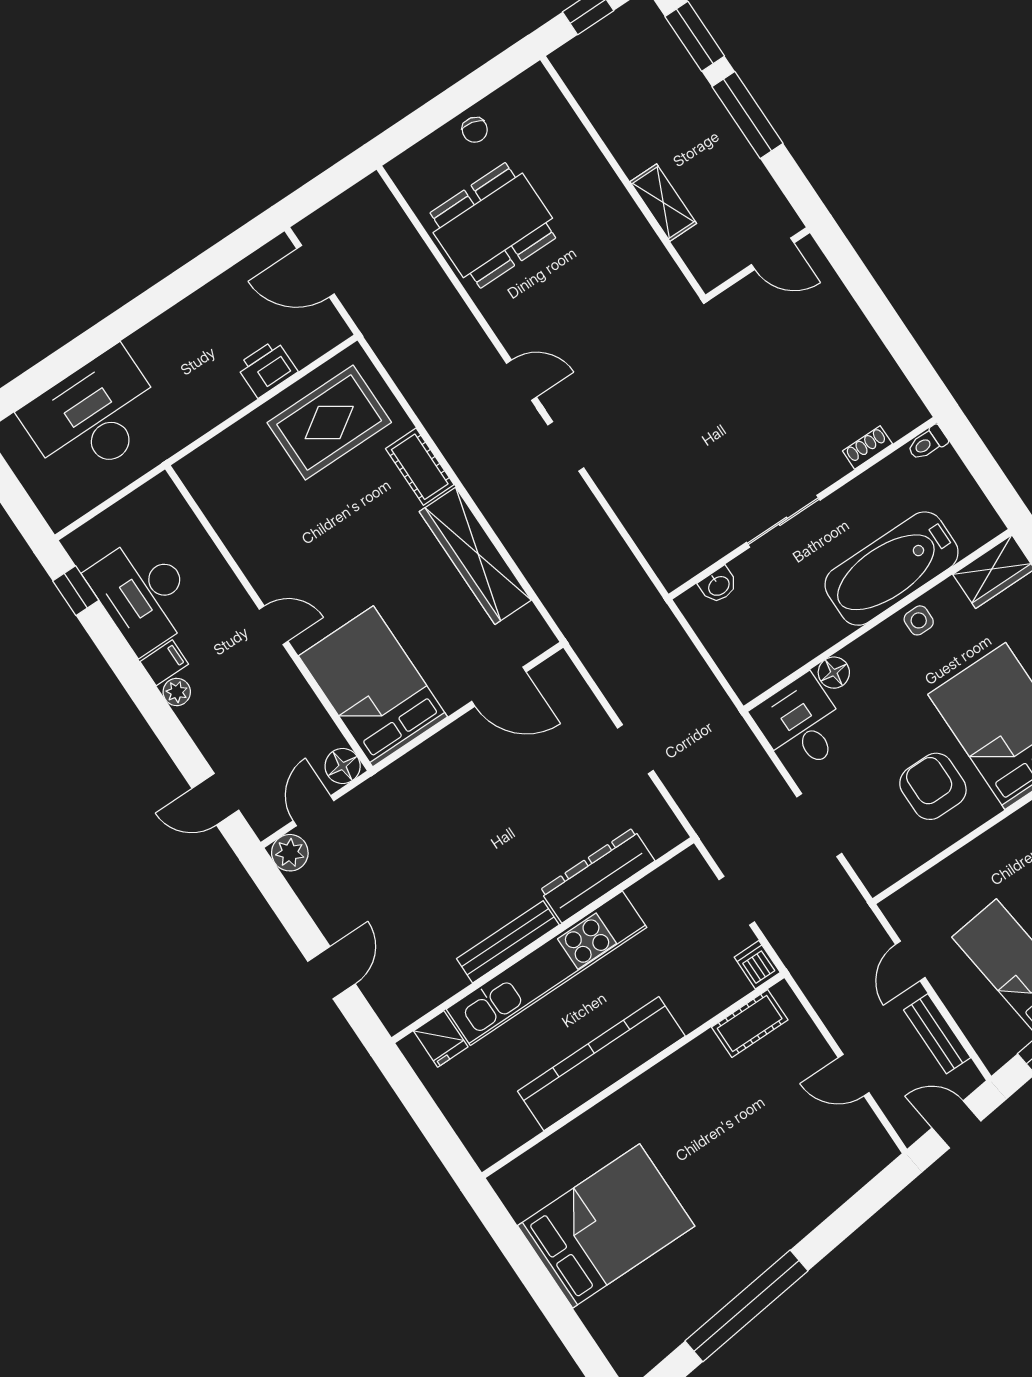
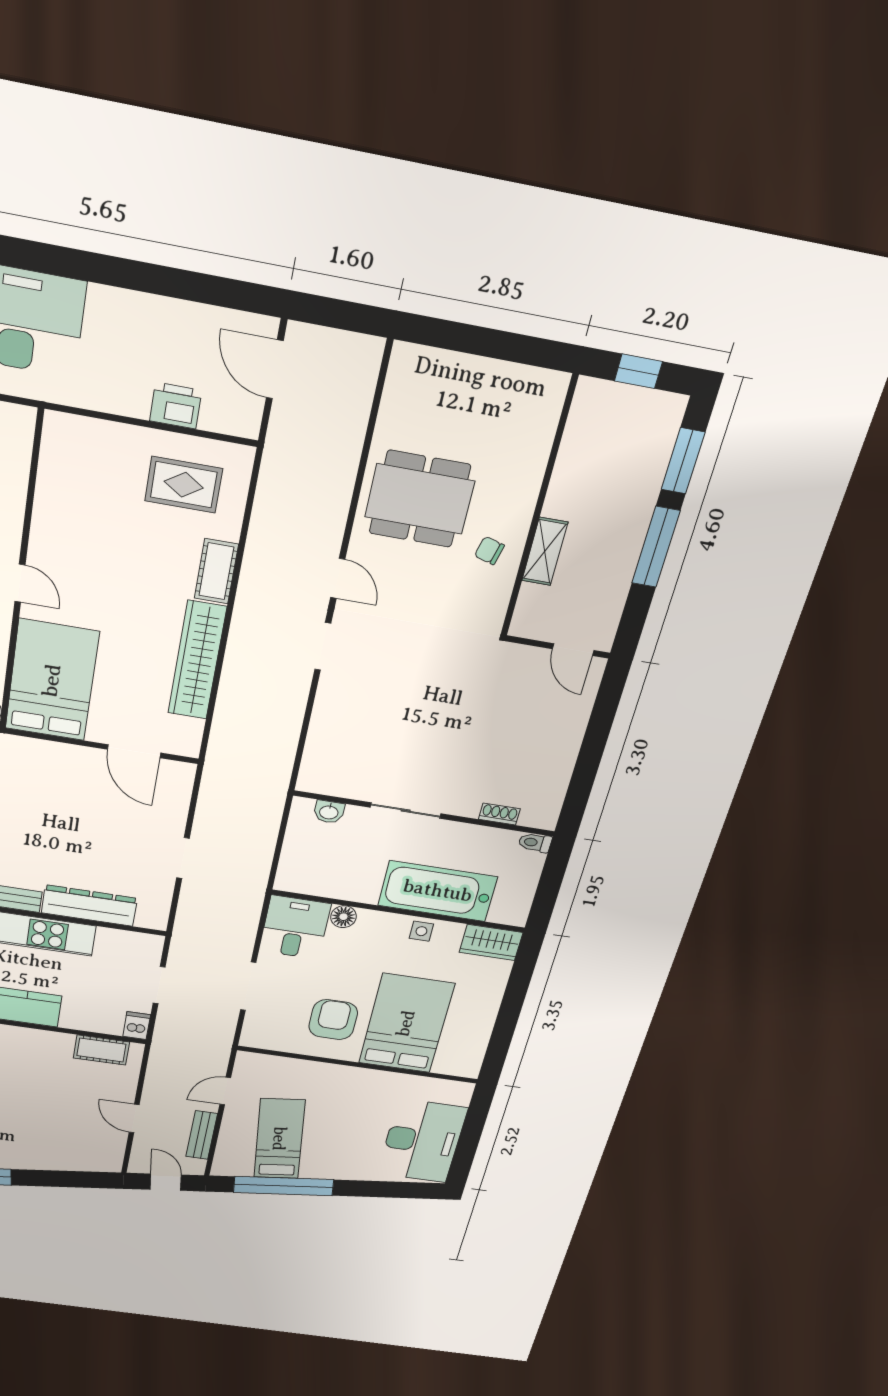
chair: (475, 130) -> (489, 551), moved, turned 92
dining table: (493, 225) -> (420, 499), moved
rug: (329, 423) -> (184, 485), width x0.73, depth x0.70

